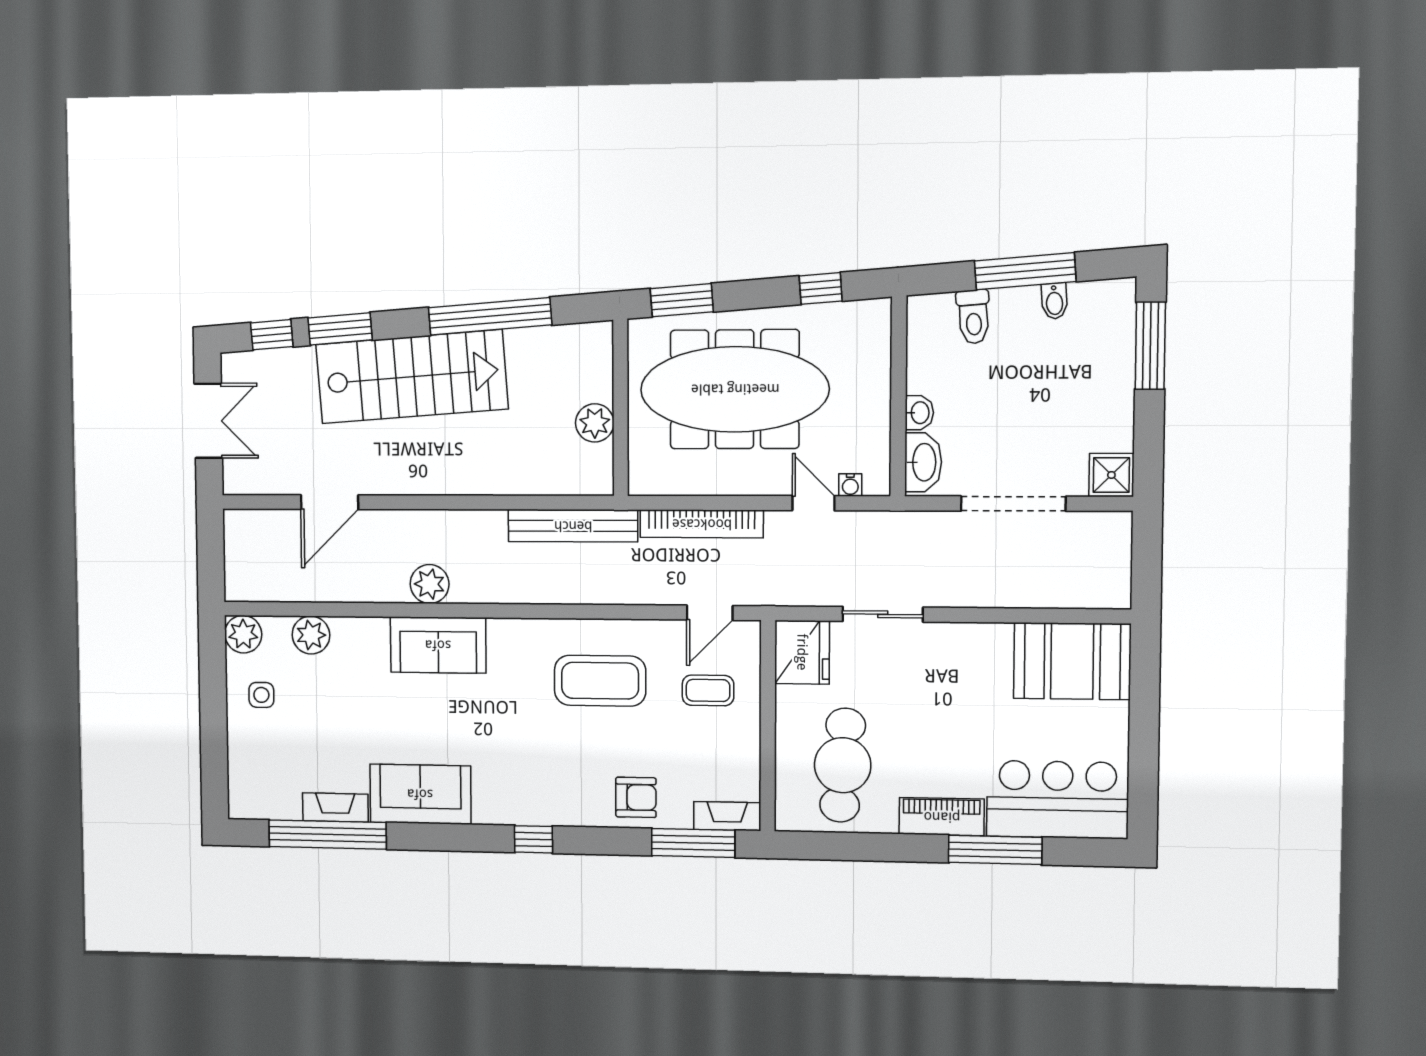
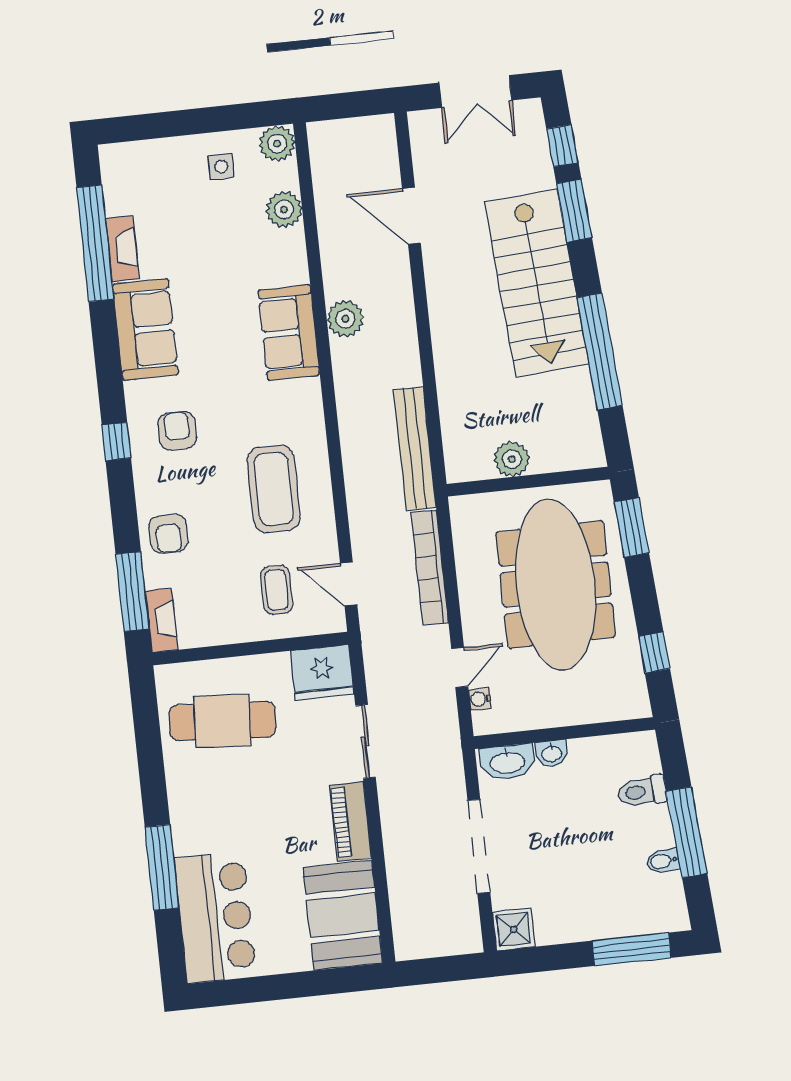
armchair: (529, 775) -> (177, 431), added
piano: (942, 817) -> (350, 821), moved, turned 180

